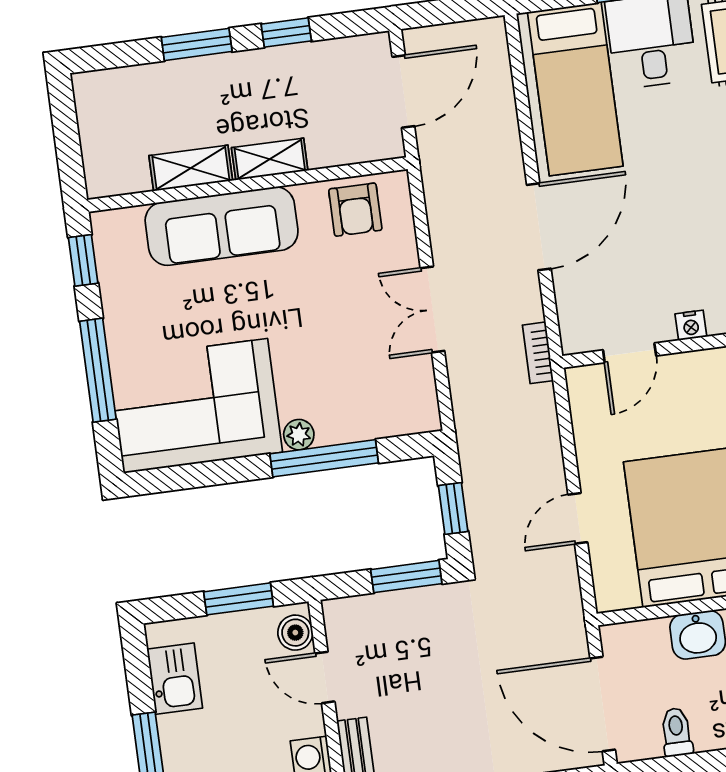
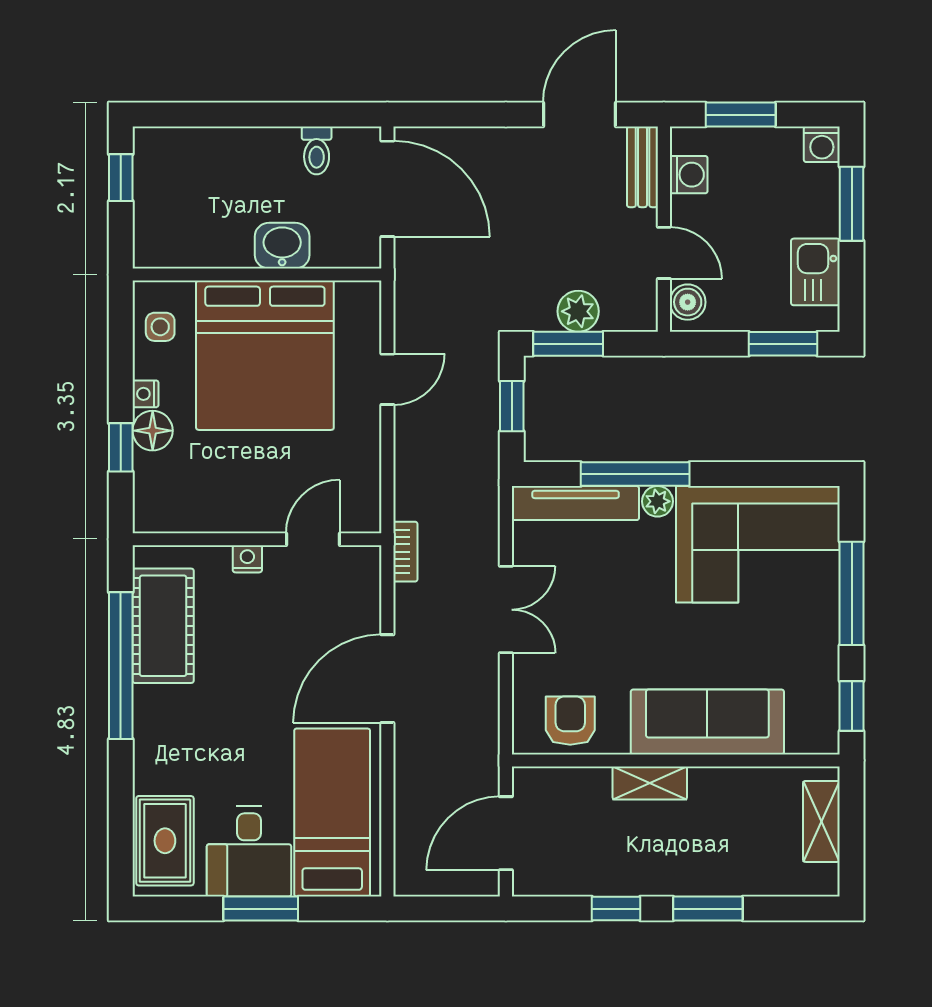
shelving: (191, 168) -> (821, 821), moved, turned 90
tv unit: (378, 422) -> (576, 503), added
window: (239, 599) -> (783, 344), moved
plant: (401, 609) -> (578, 311), added

